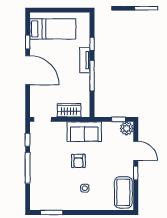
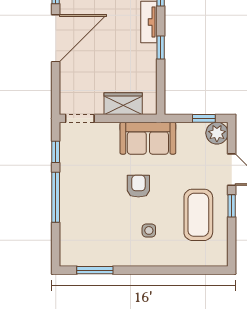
door: (28, 70) -> (56, 38), hinge flipped
window: (92, 76) -> (161, 47), width x0.46
armchair: (78, 161) -> (138, 186), turned 180
coffee table: (123, 192) -> (198, 215), moved

